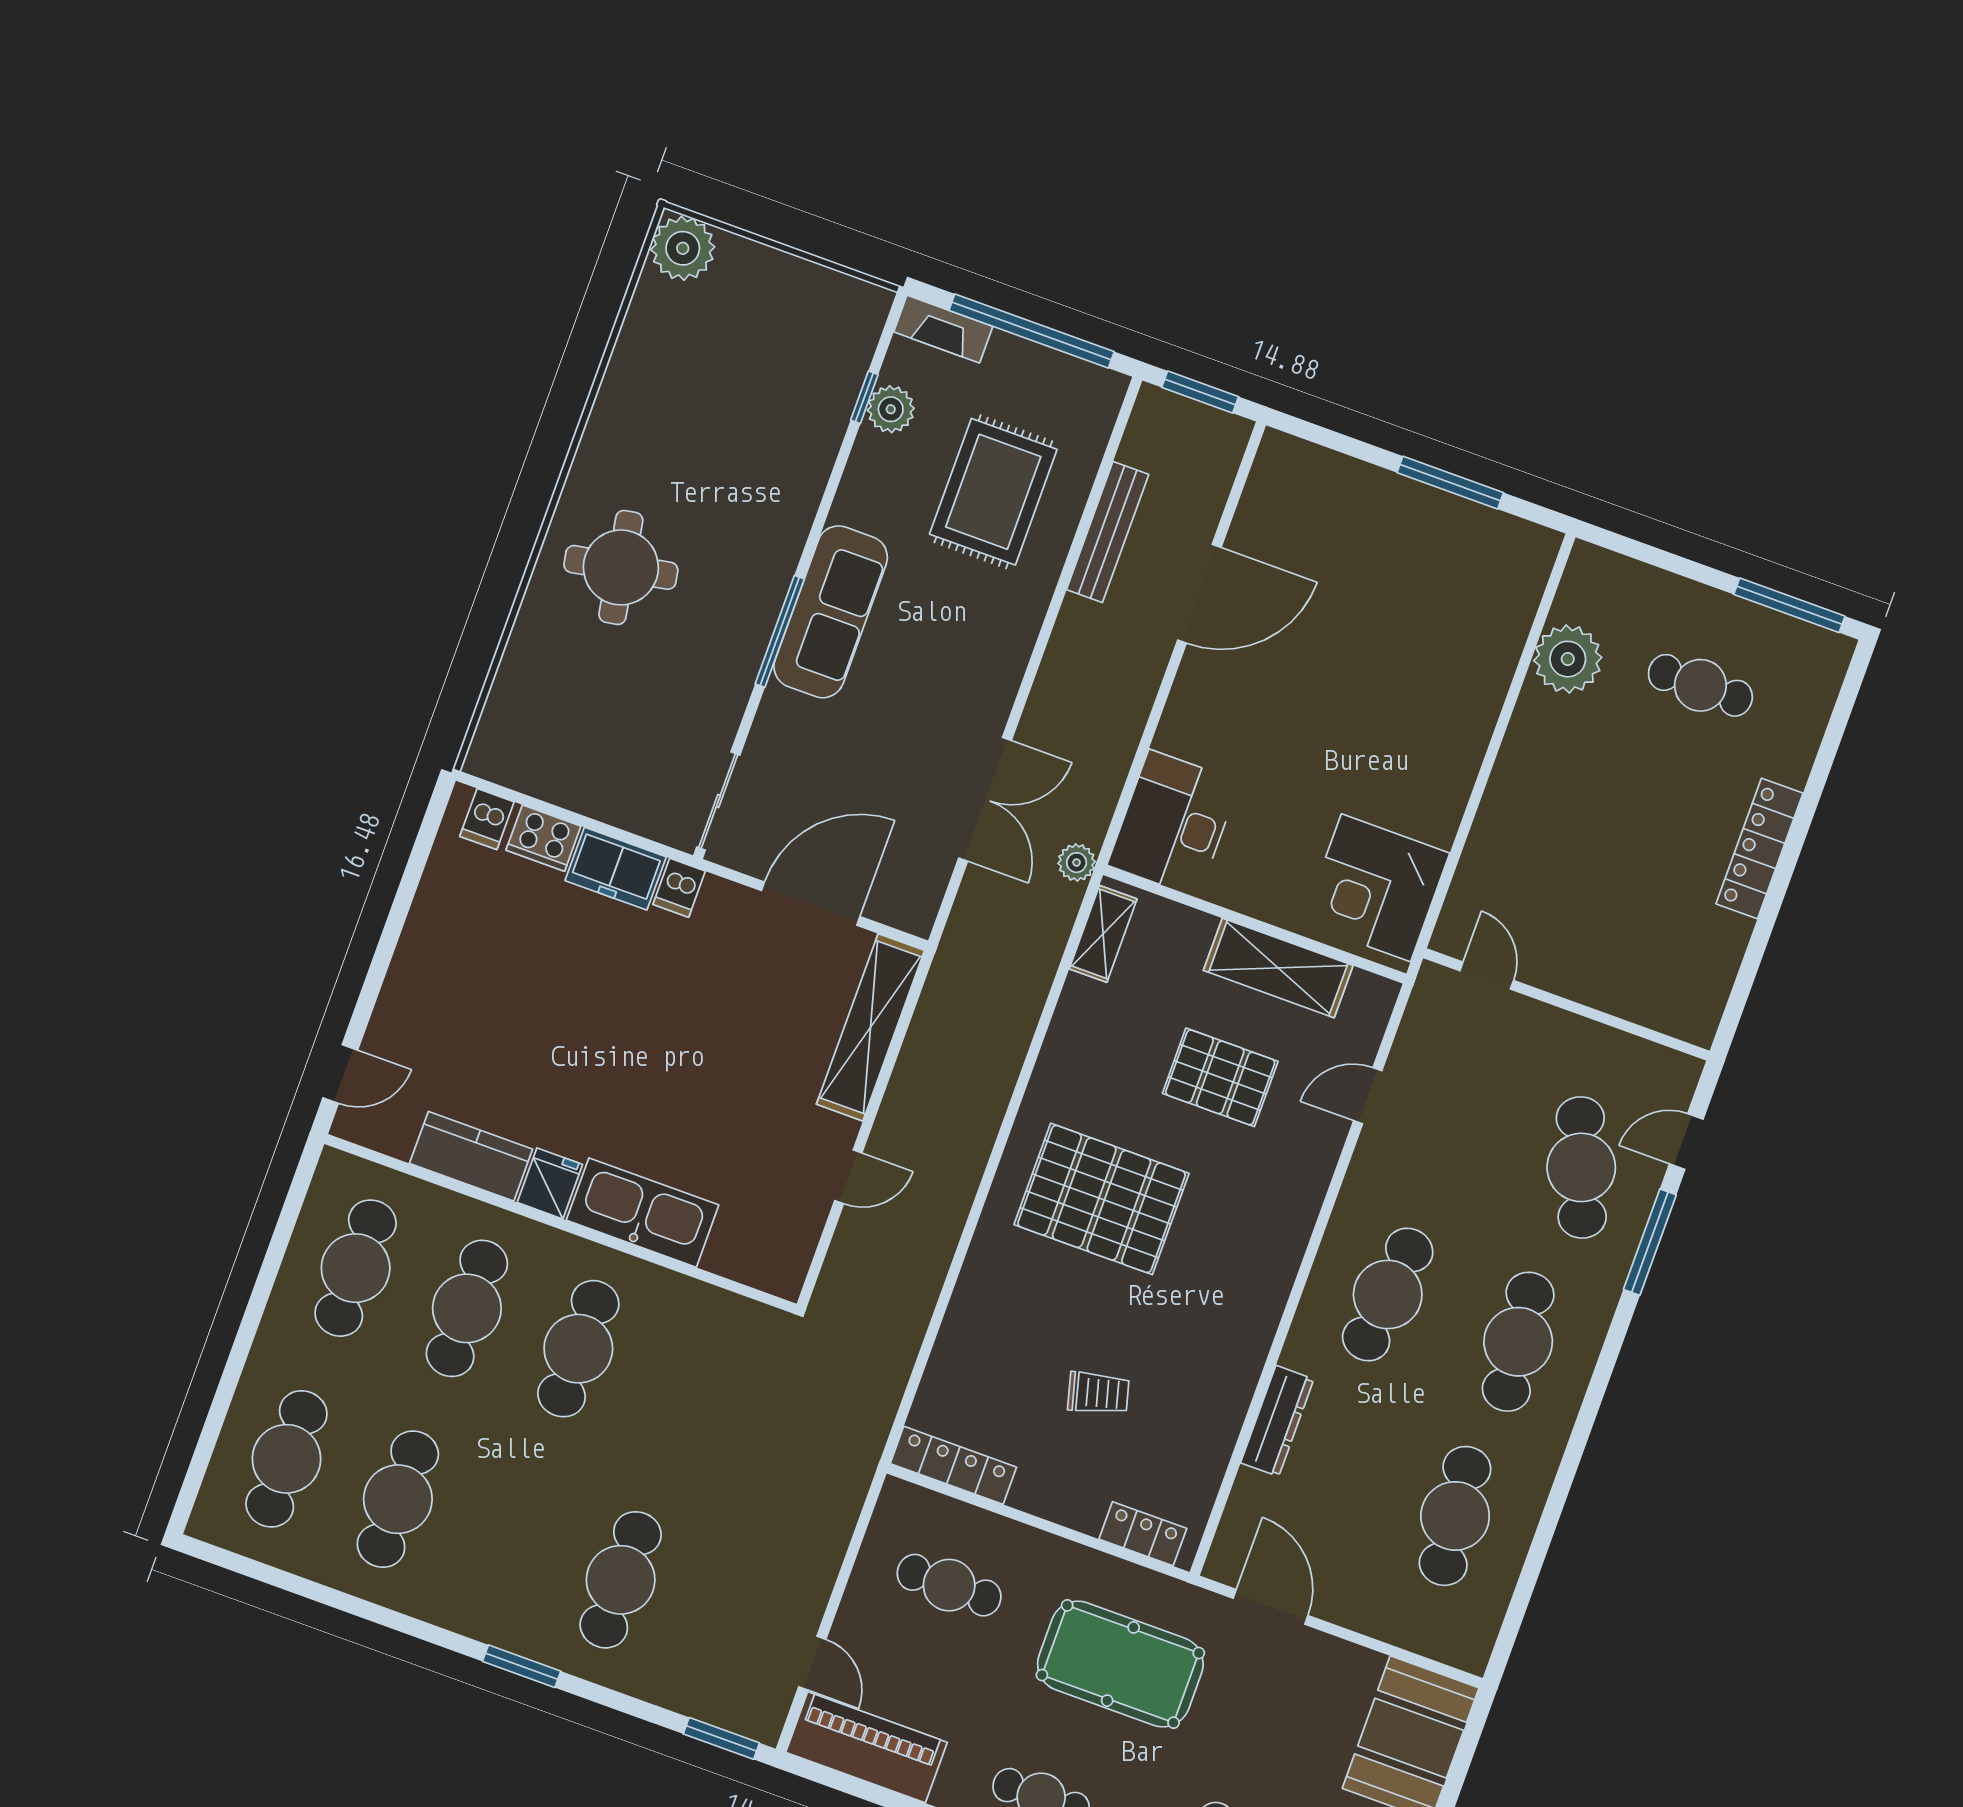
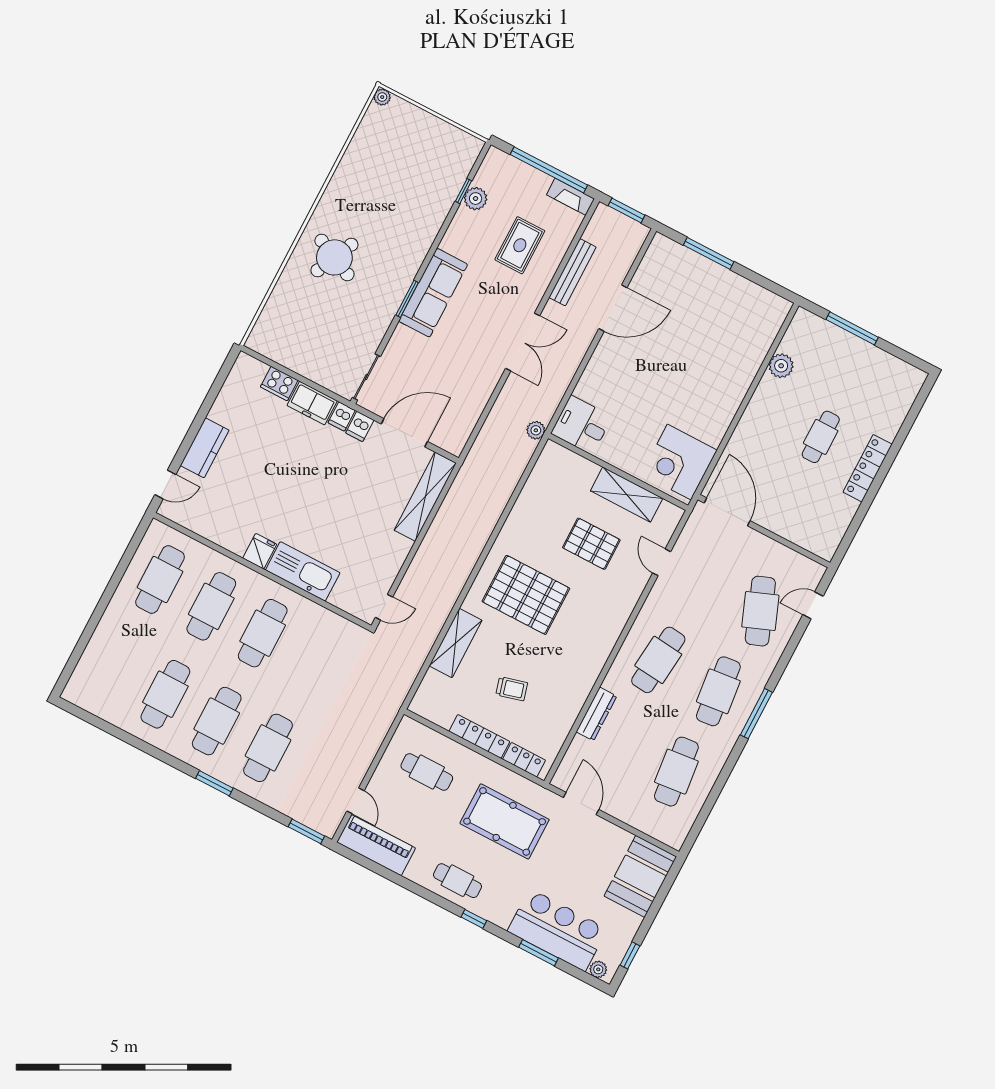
plant: (683, 248) -> (382, 97), width x0.53, depth x0.53
fireplace: (943, 329) -> (570, 197), moved
window: (1450, 483) -> (709, 253), moved
rug: (993, 492) -> (520, 245), width x0.73, depth x0.70
round table: (621, 567) -> (334, 257), turned 35
window: (1789, 605) -> (852, 328), moved
window: (780, 631) -> (407, 299), width x0.69
plant: (1568, 659) -> (781, 366), width x0.73, depth x0.73
cafe table: (1700, 685) -> (821, 437), moved, turned 90
double door: (985, 799) -> (523, 342), moved
dishwasher: (487, 819) -> (360, 426), moved
desk: (1173, 823) -> (582, 425), width x0.73
shelving: (1103, 934) -> (455, 643), moved, width x1.50, depth x1.33
door: (1487, 976) -> (727, 512), width x1.88
door: (1368, 1096) -> (662, 562), hinge flipped
kitchen counter: (471, 1156) -> (205, 448), moved, turned 90
door: (848, 1177) -> (384, 607), moved
window: (1650, 1242) -> (756, 714), moved
cafe table: (286, 1459) -> (217, 721), moved
locker: (953, 1465) -> (479, 736), moved

